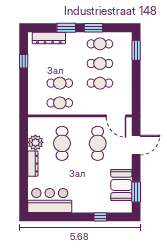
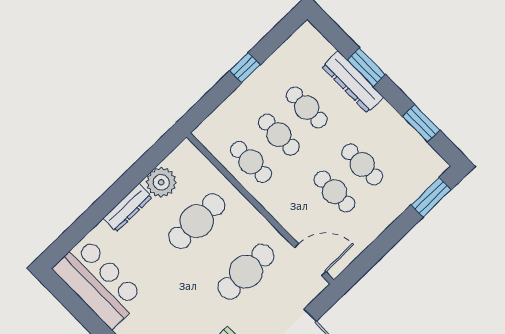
window: (93, 28) -> (421, 123), moved
dresser: (49, 38) -> (352, 82), moved
cafe table: (100, 44) -> (307, 107), moved
window: (24, 61) -> (245, 68), moved
door: (116, 116) -> (310, 260), swing flipped

